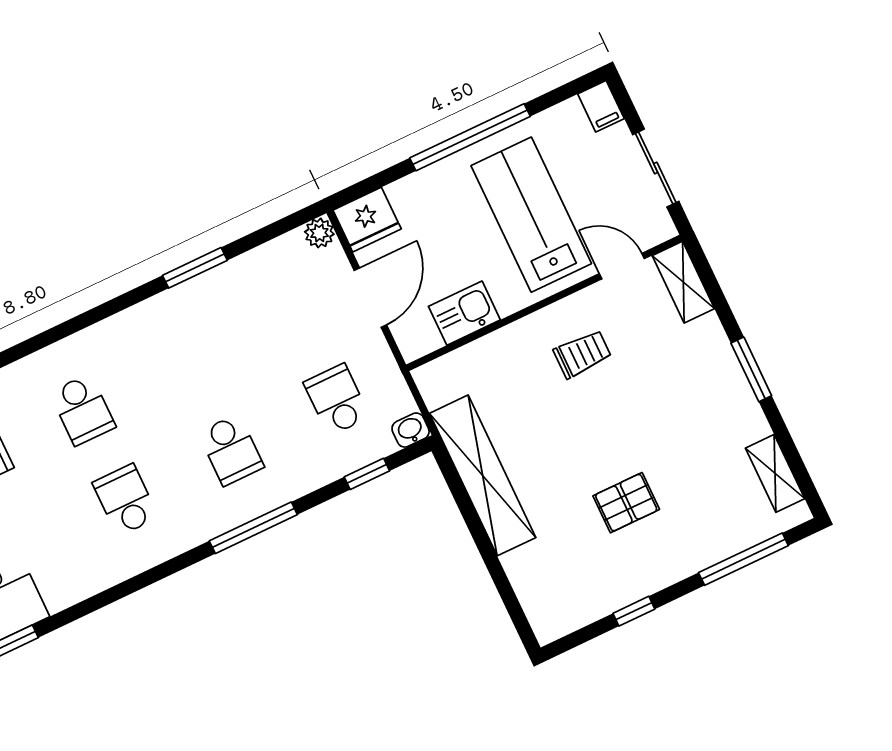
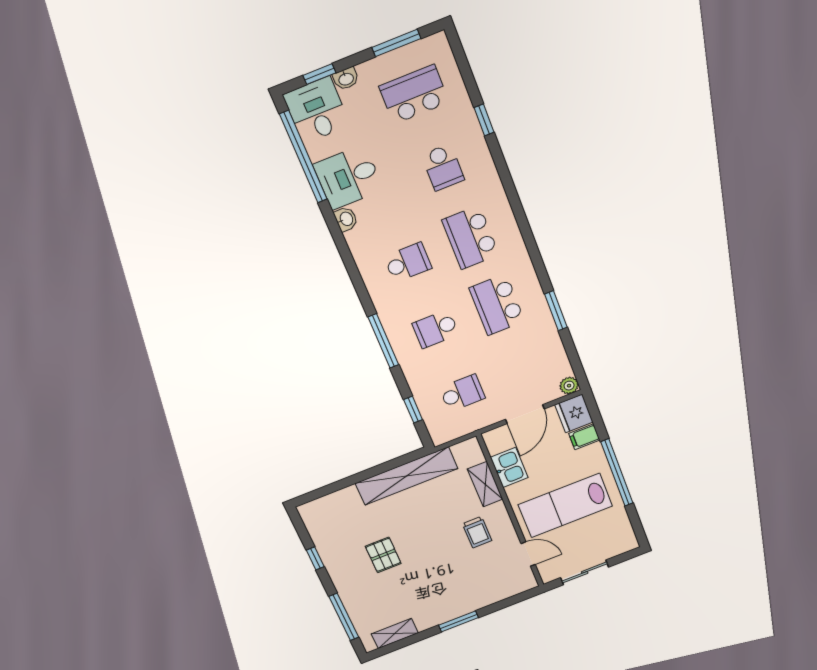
filing cabinet: (601, 106) -> (584, 437), moved
lab bench: (531, 215) -> (565, 505), turned 180
door: (622, 266) -> (528, 554), hinge flipped
shelving: (683, 282) -> (485, 484), moved, turned 90
door: (370, 298) -> (525, 414), hinge flipped
school desk: (188, 360) -> (497, 305), added
school desk: (83, 410) -> (470, 237), width x1.85
washbasin: (411, 430) -> (346, 219), moved

